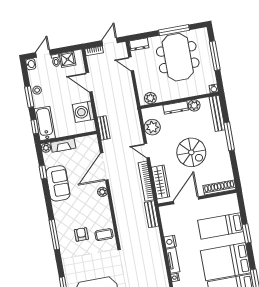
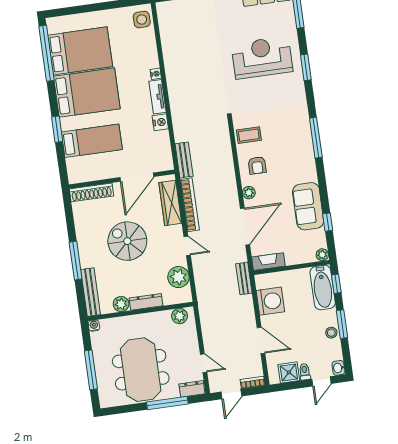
window: (174, 30) -> (167, 403), moved
fireplace: (63, 145) -> (268, 262), moved
armchair: (81, 234) -> (257, 165), moved

